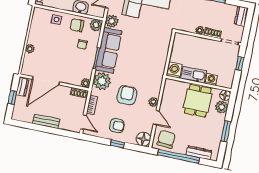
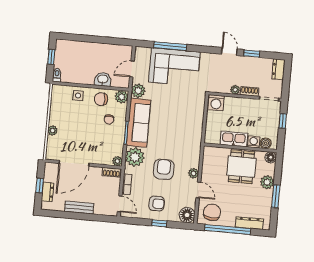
washing machine: (174, 70) -> (216, 103), moved, turned 180
boiler: (222, 82) -> (266, 143), added
dresser: (22, 87) -> (47, 192), moved
plant: (222, 107) -> (267, 182), moved

